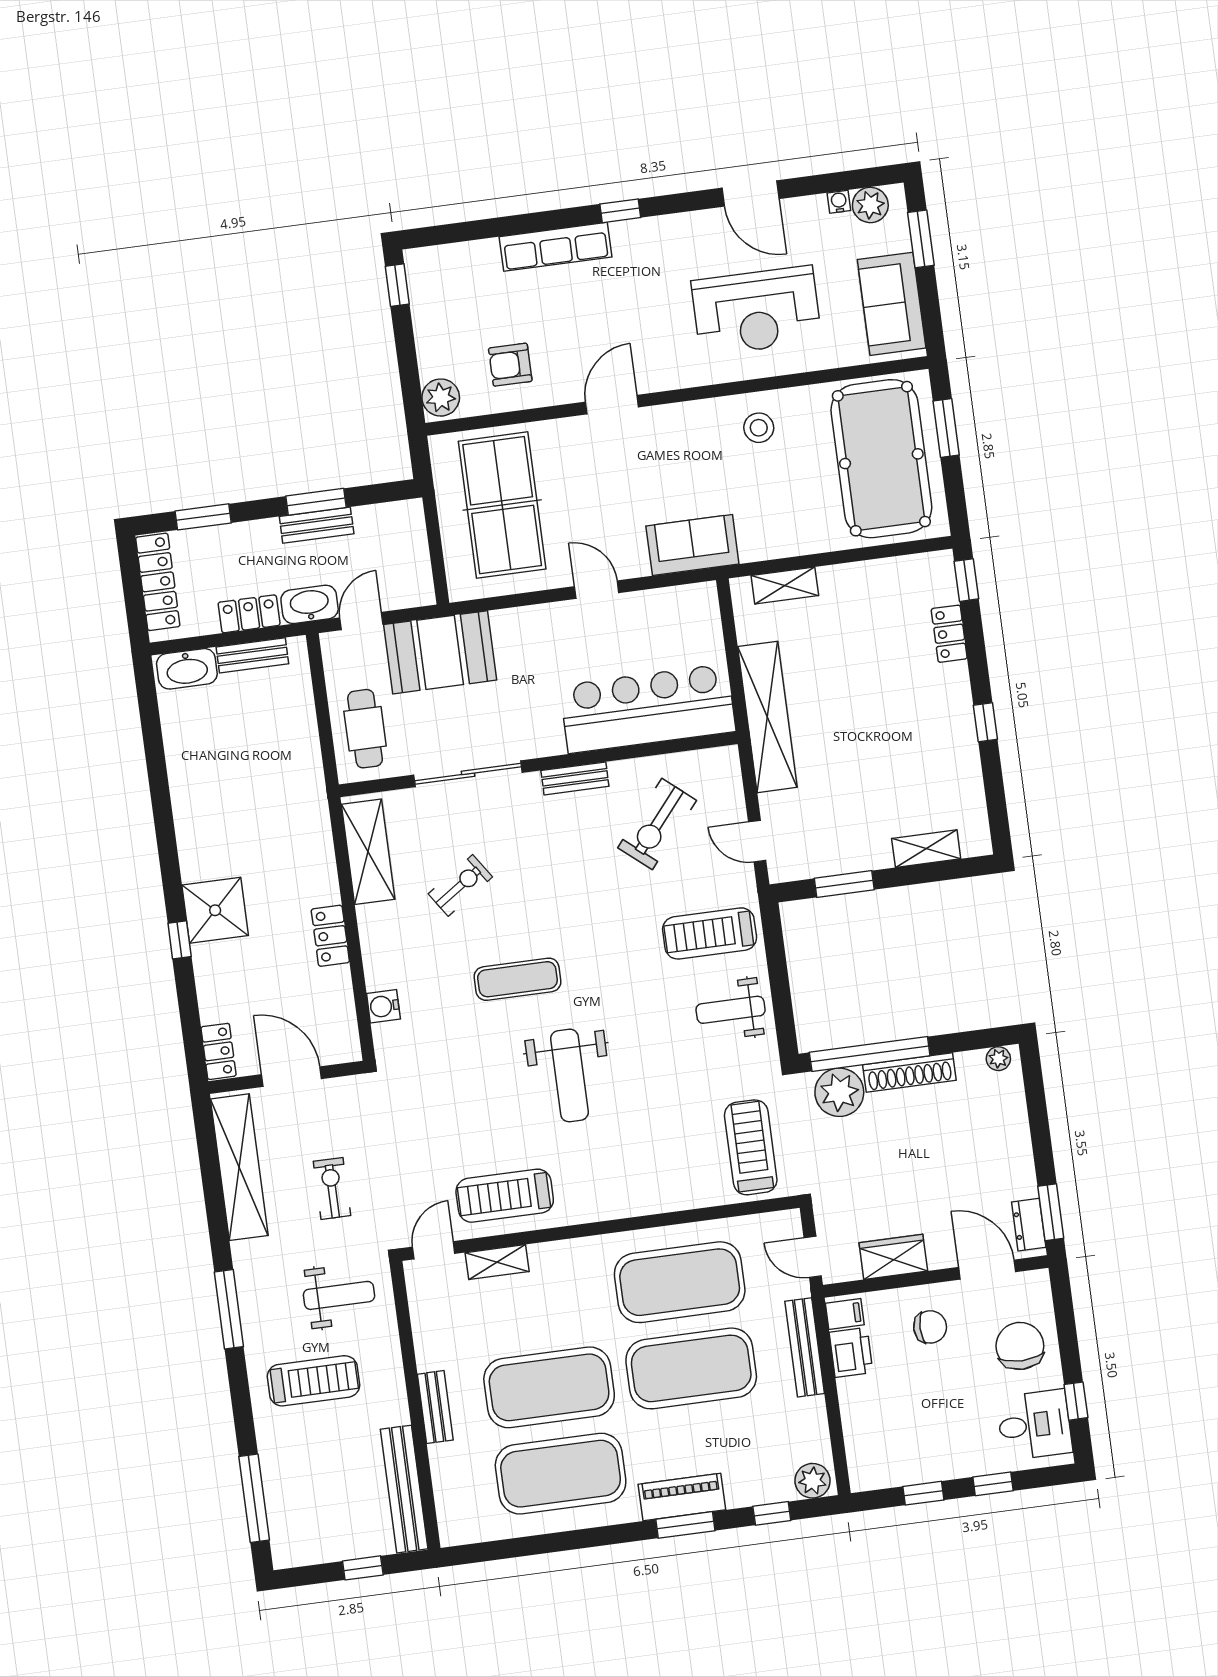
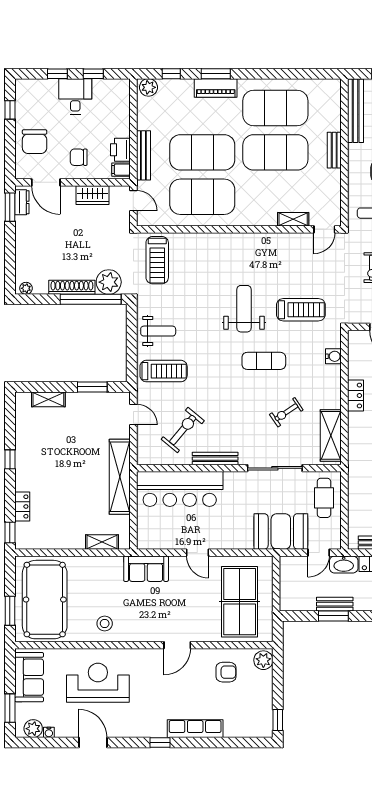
bench: (575, 778) -> (215, 459), width x1.36
treadmill: (505, 1196) -> (301, 310), moved
desk: (1034, 1425) -> (75, 96), moved, turned 90

